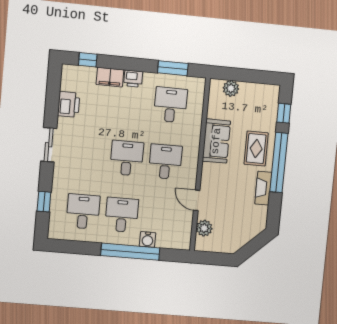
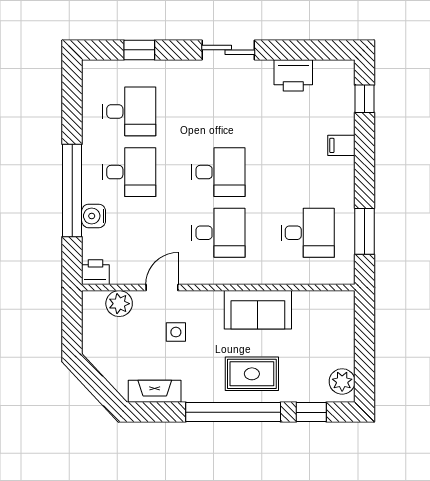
filing cabinet: (110, 77) -> (341, 145), width x0.50
printer: (133, 79) -> (95, 272), moved, turned 90
plant: (231, 88) -> (342, 381), moved
fireplace: (263, 188) -> (155, 391), moved
side table: (225, 194) -> (176, 332), added

